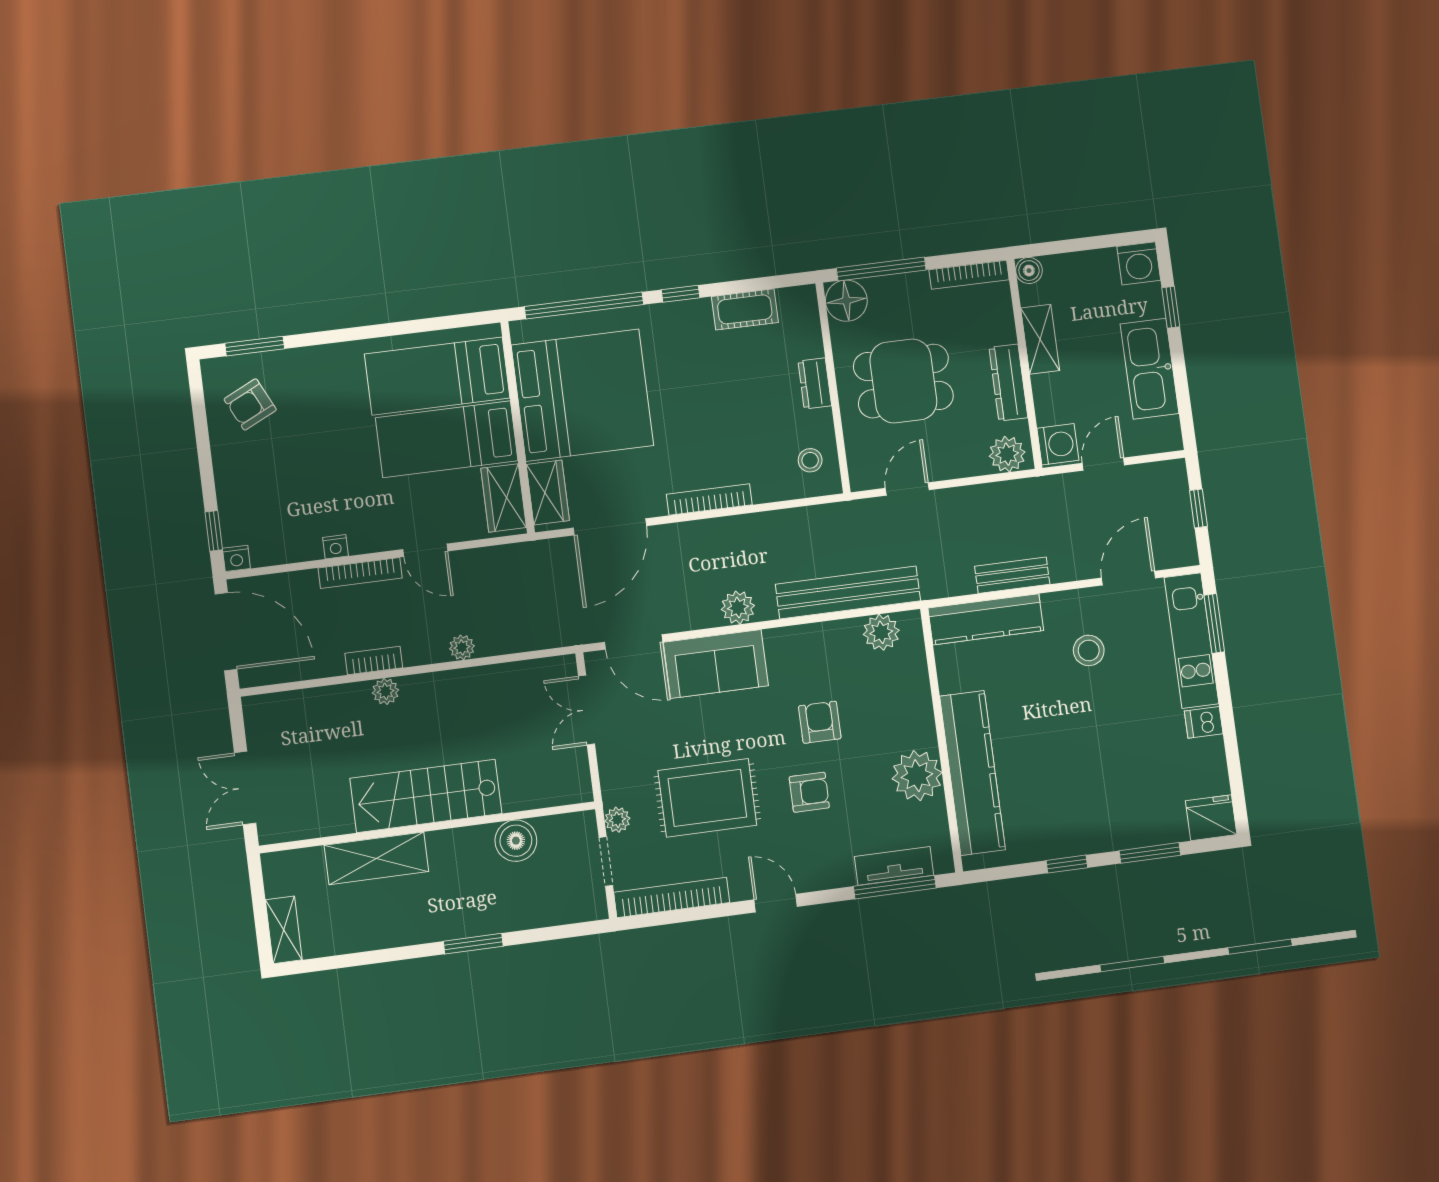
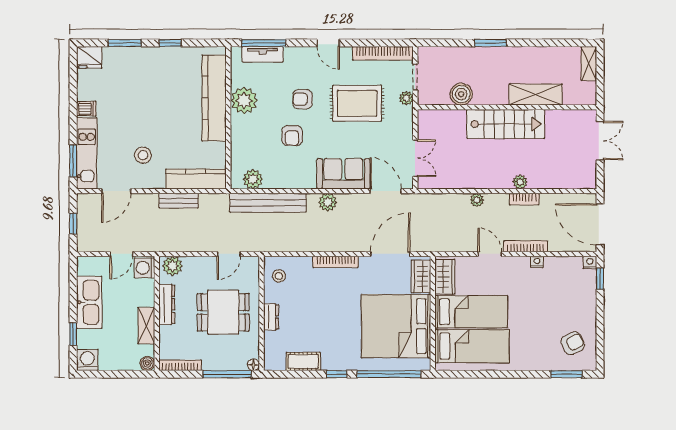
floor lamp: (846, 301) -> (253, 365), width x0.53, depth x0.53

